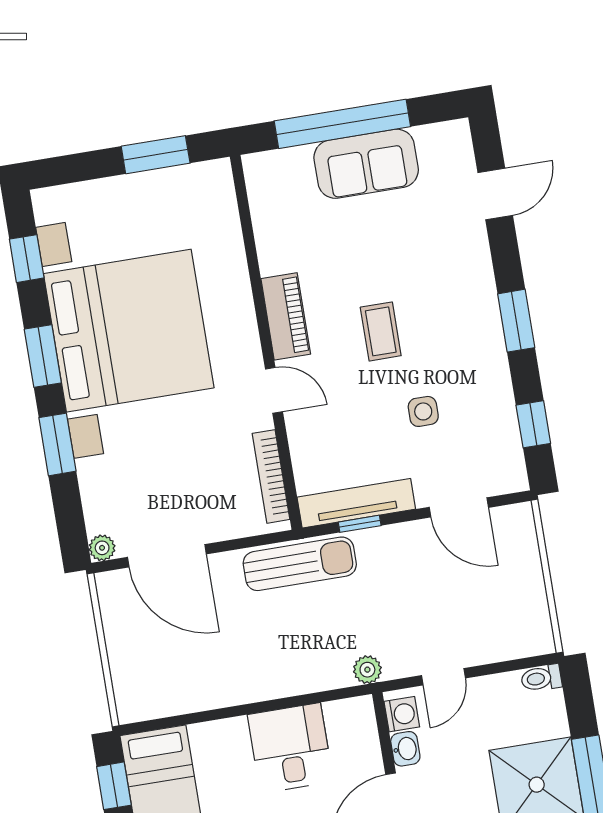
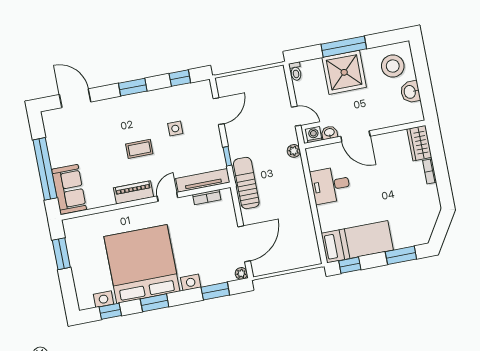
sofa: (366, 164) -> (69, 189), moved
door: (495, 194) -> (75, 98), width x1.37
window: (57, 444) -> (215, 291), moved
bookcase: (271, 476) -> (207, 197), width x0.64
tv unit: (356, 503) -> (203, 180), moved, turned 90

